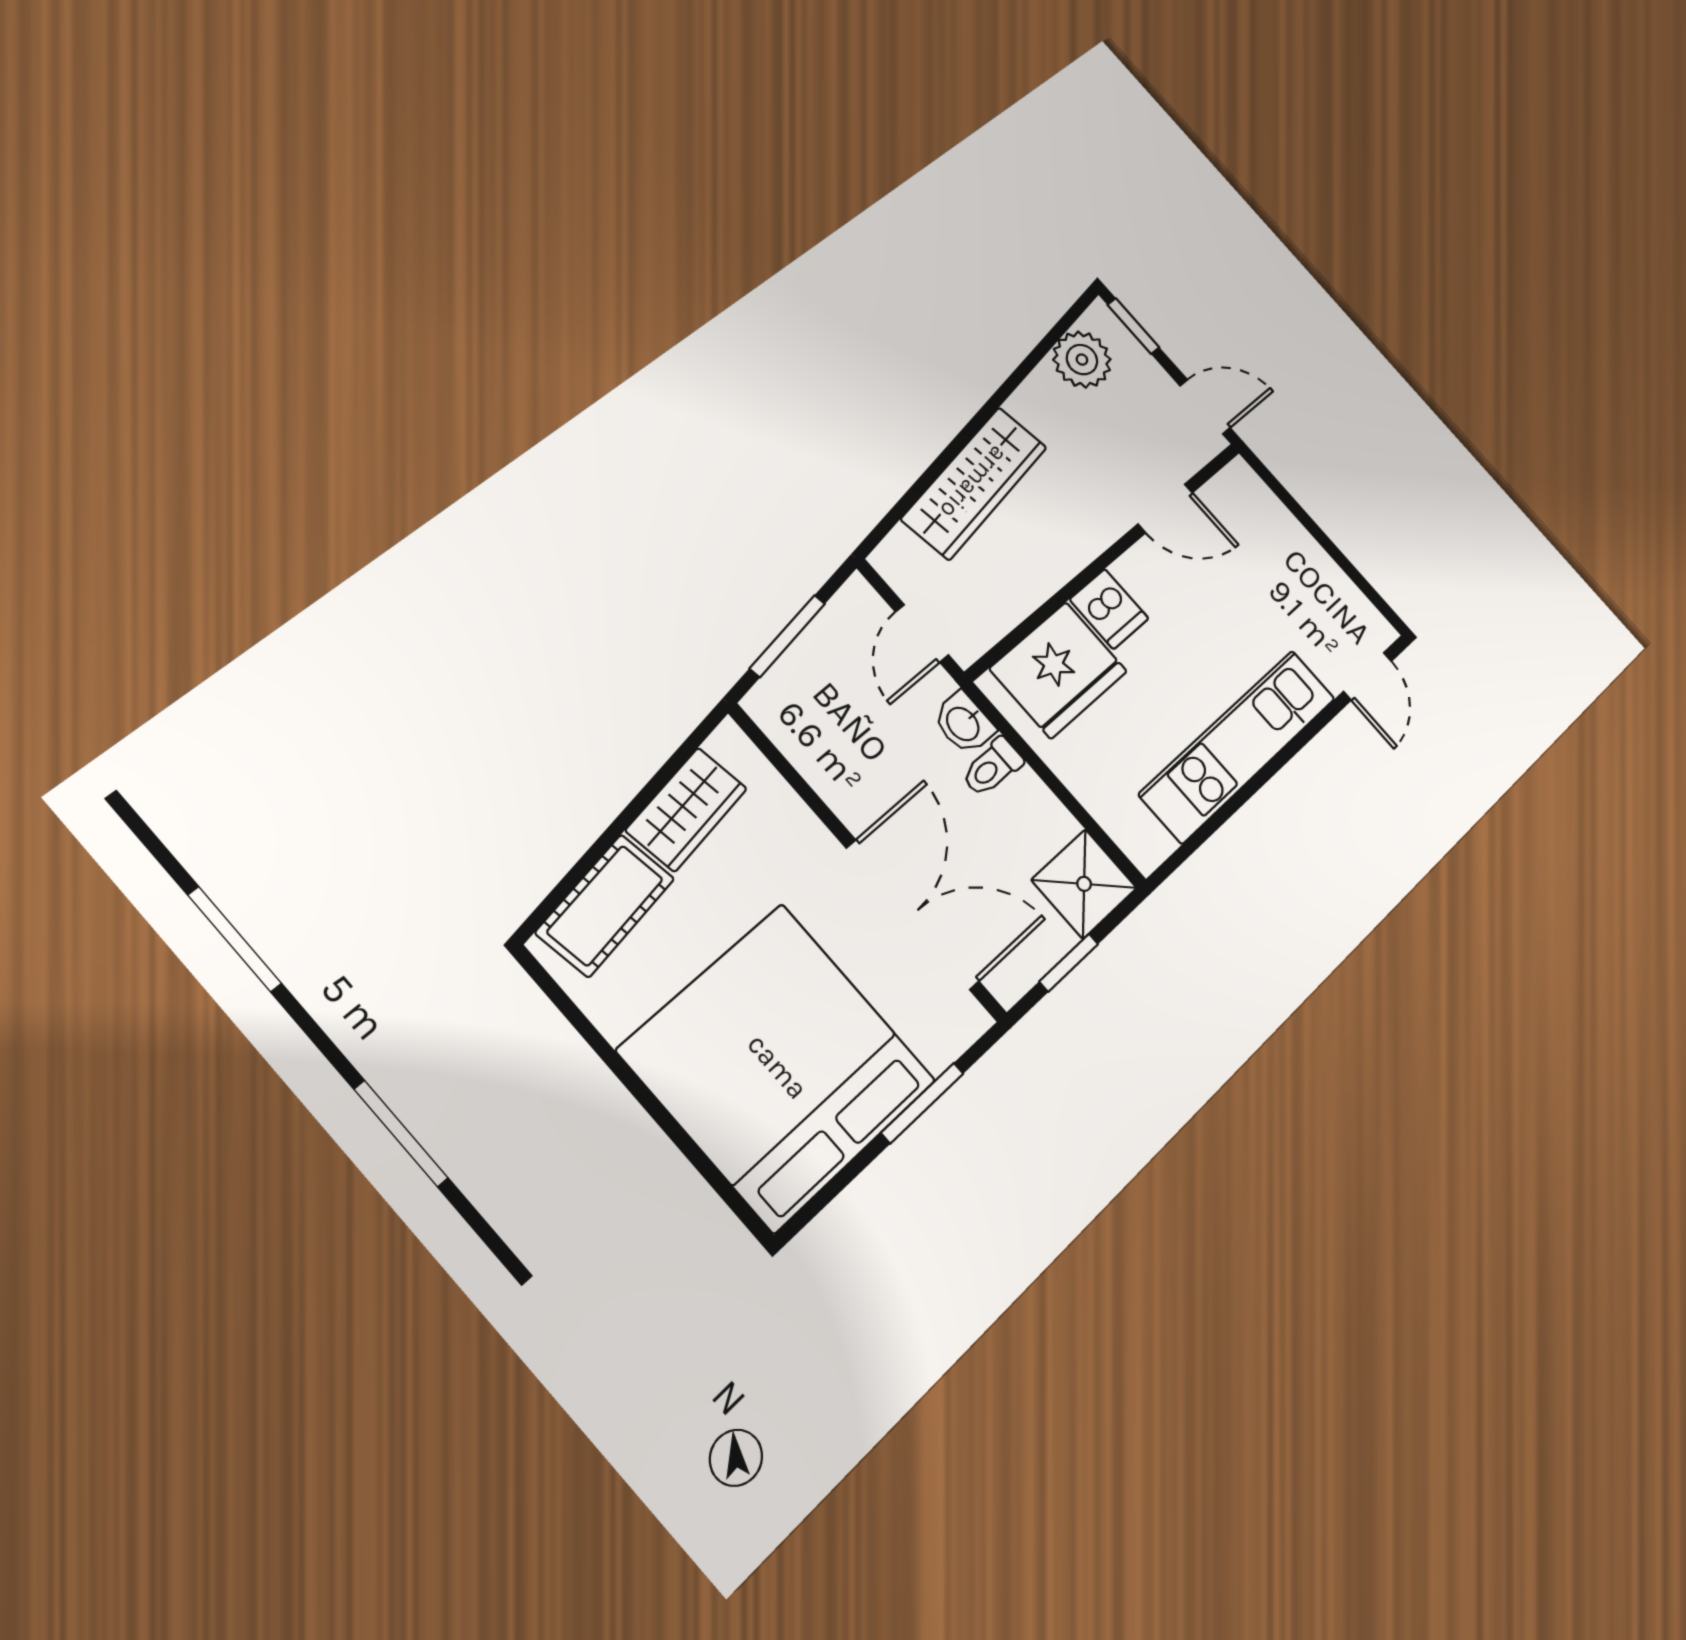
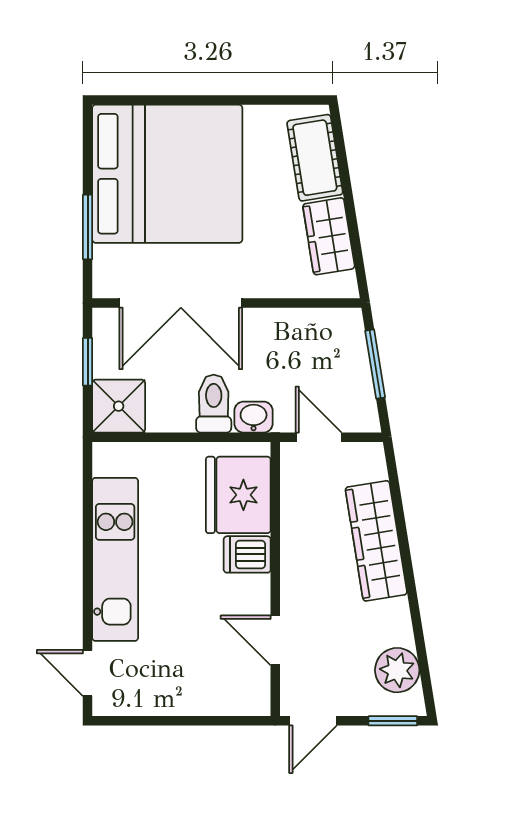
door: (1165, 508) -> (275, 640), hinge flipped
toilet: (992, 767) -> (214, 404), width x1.37, depth x1.39

